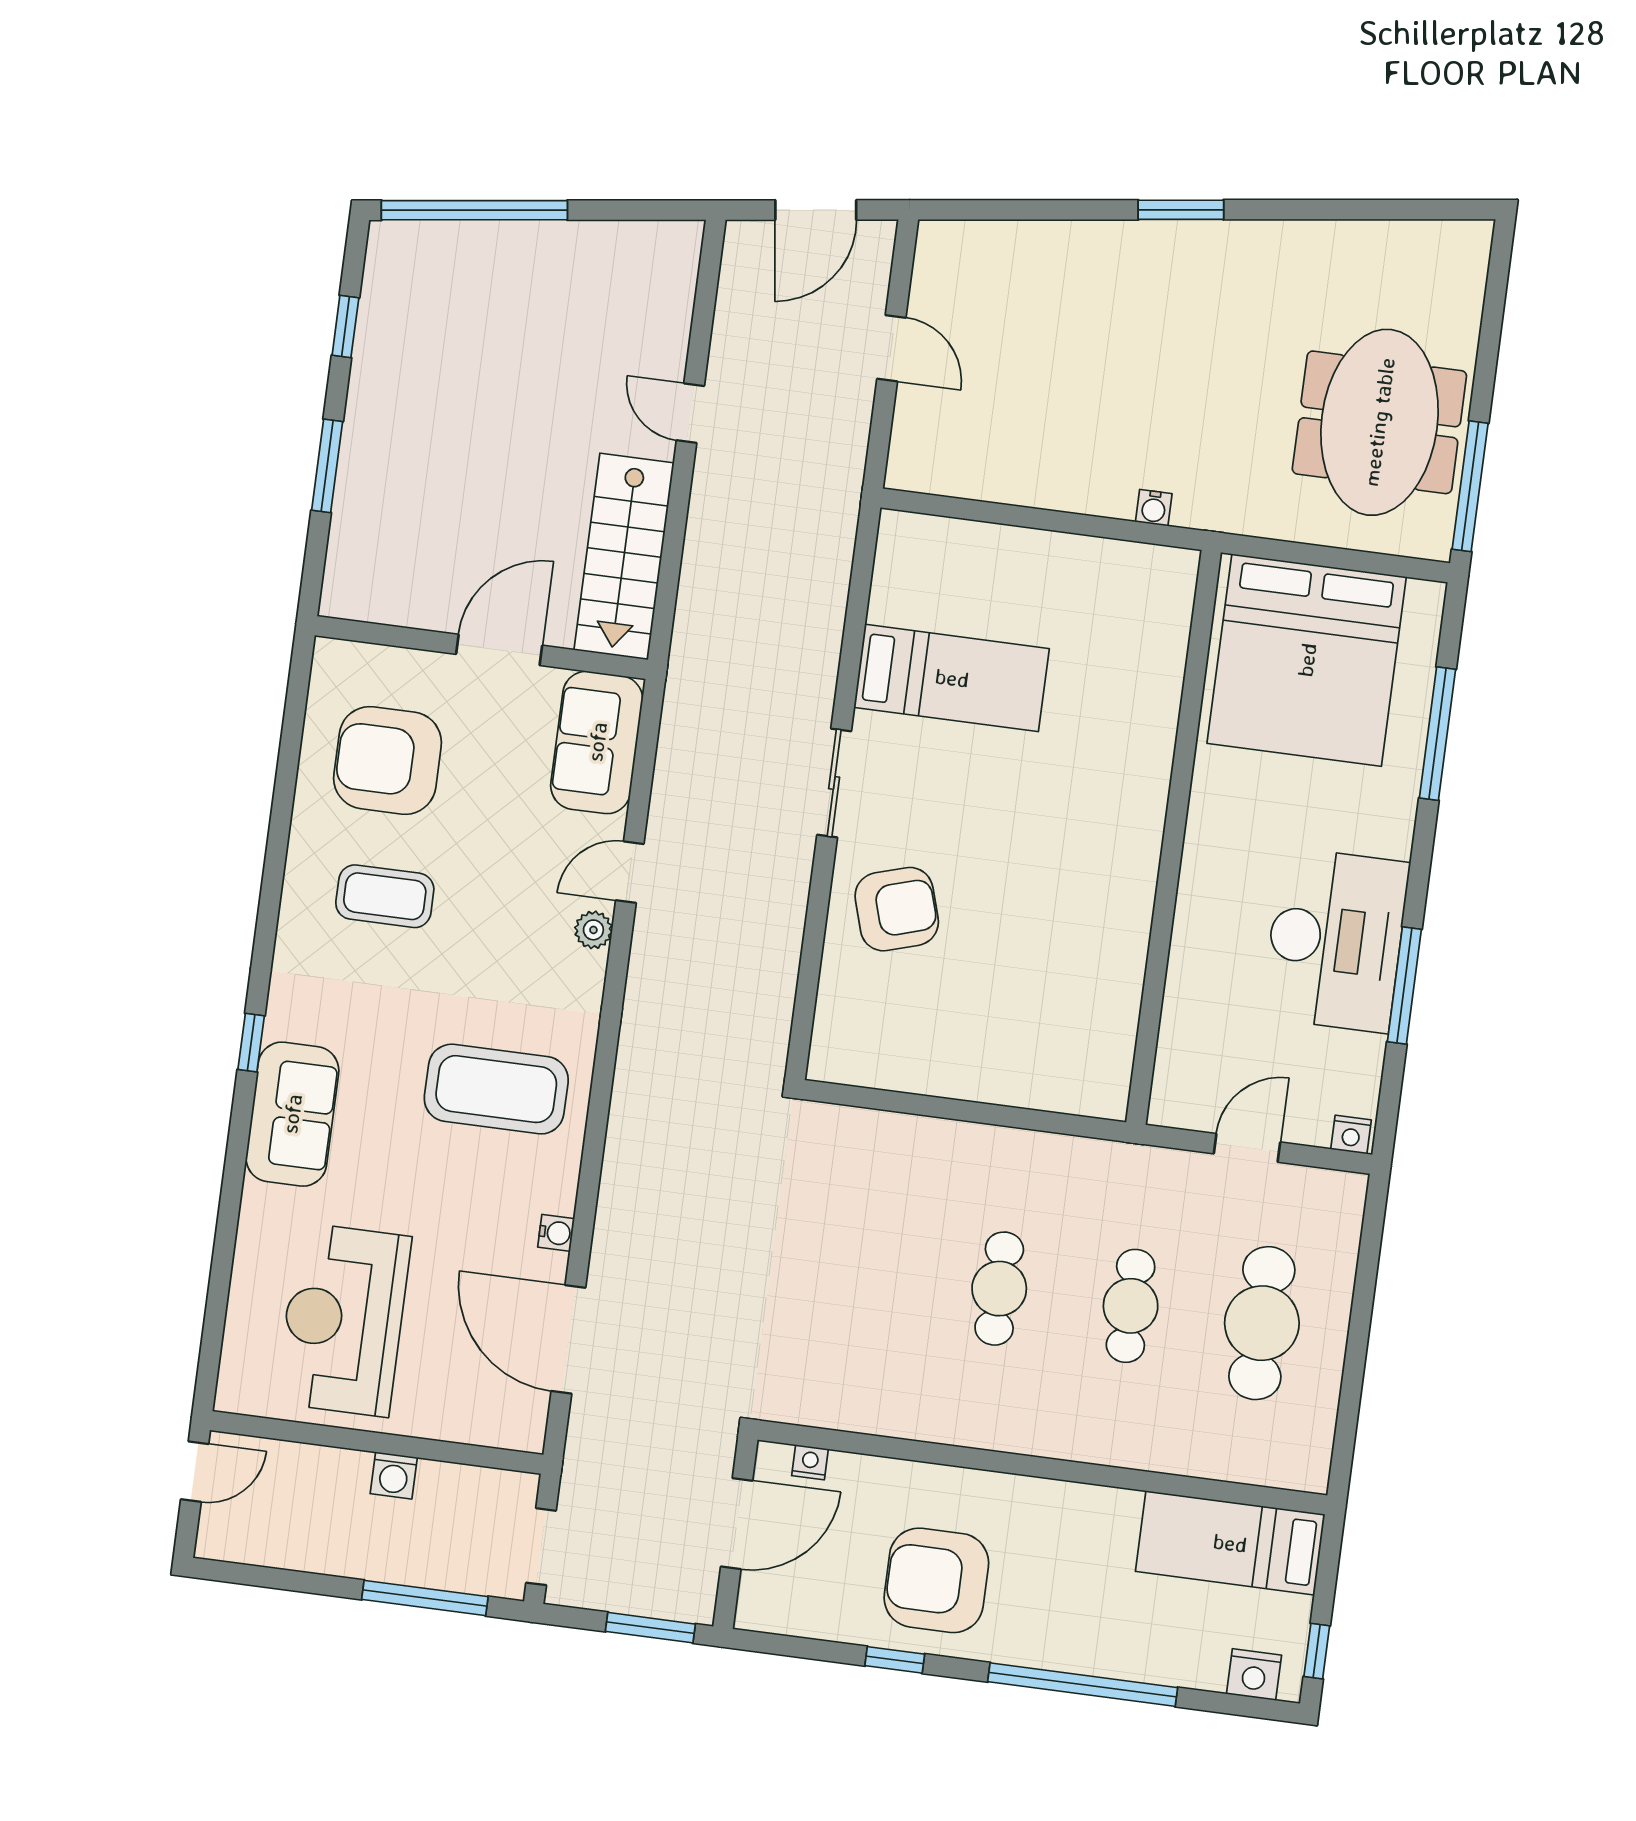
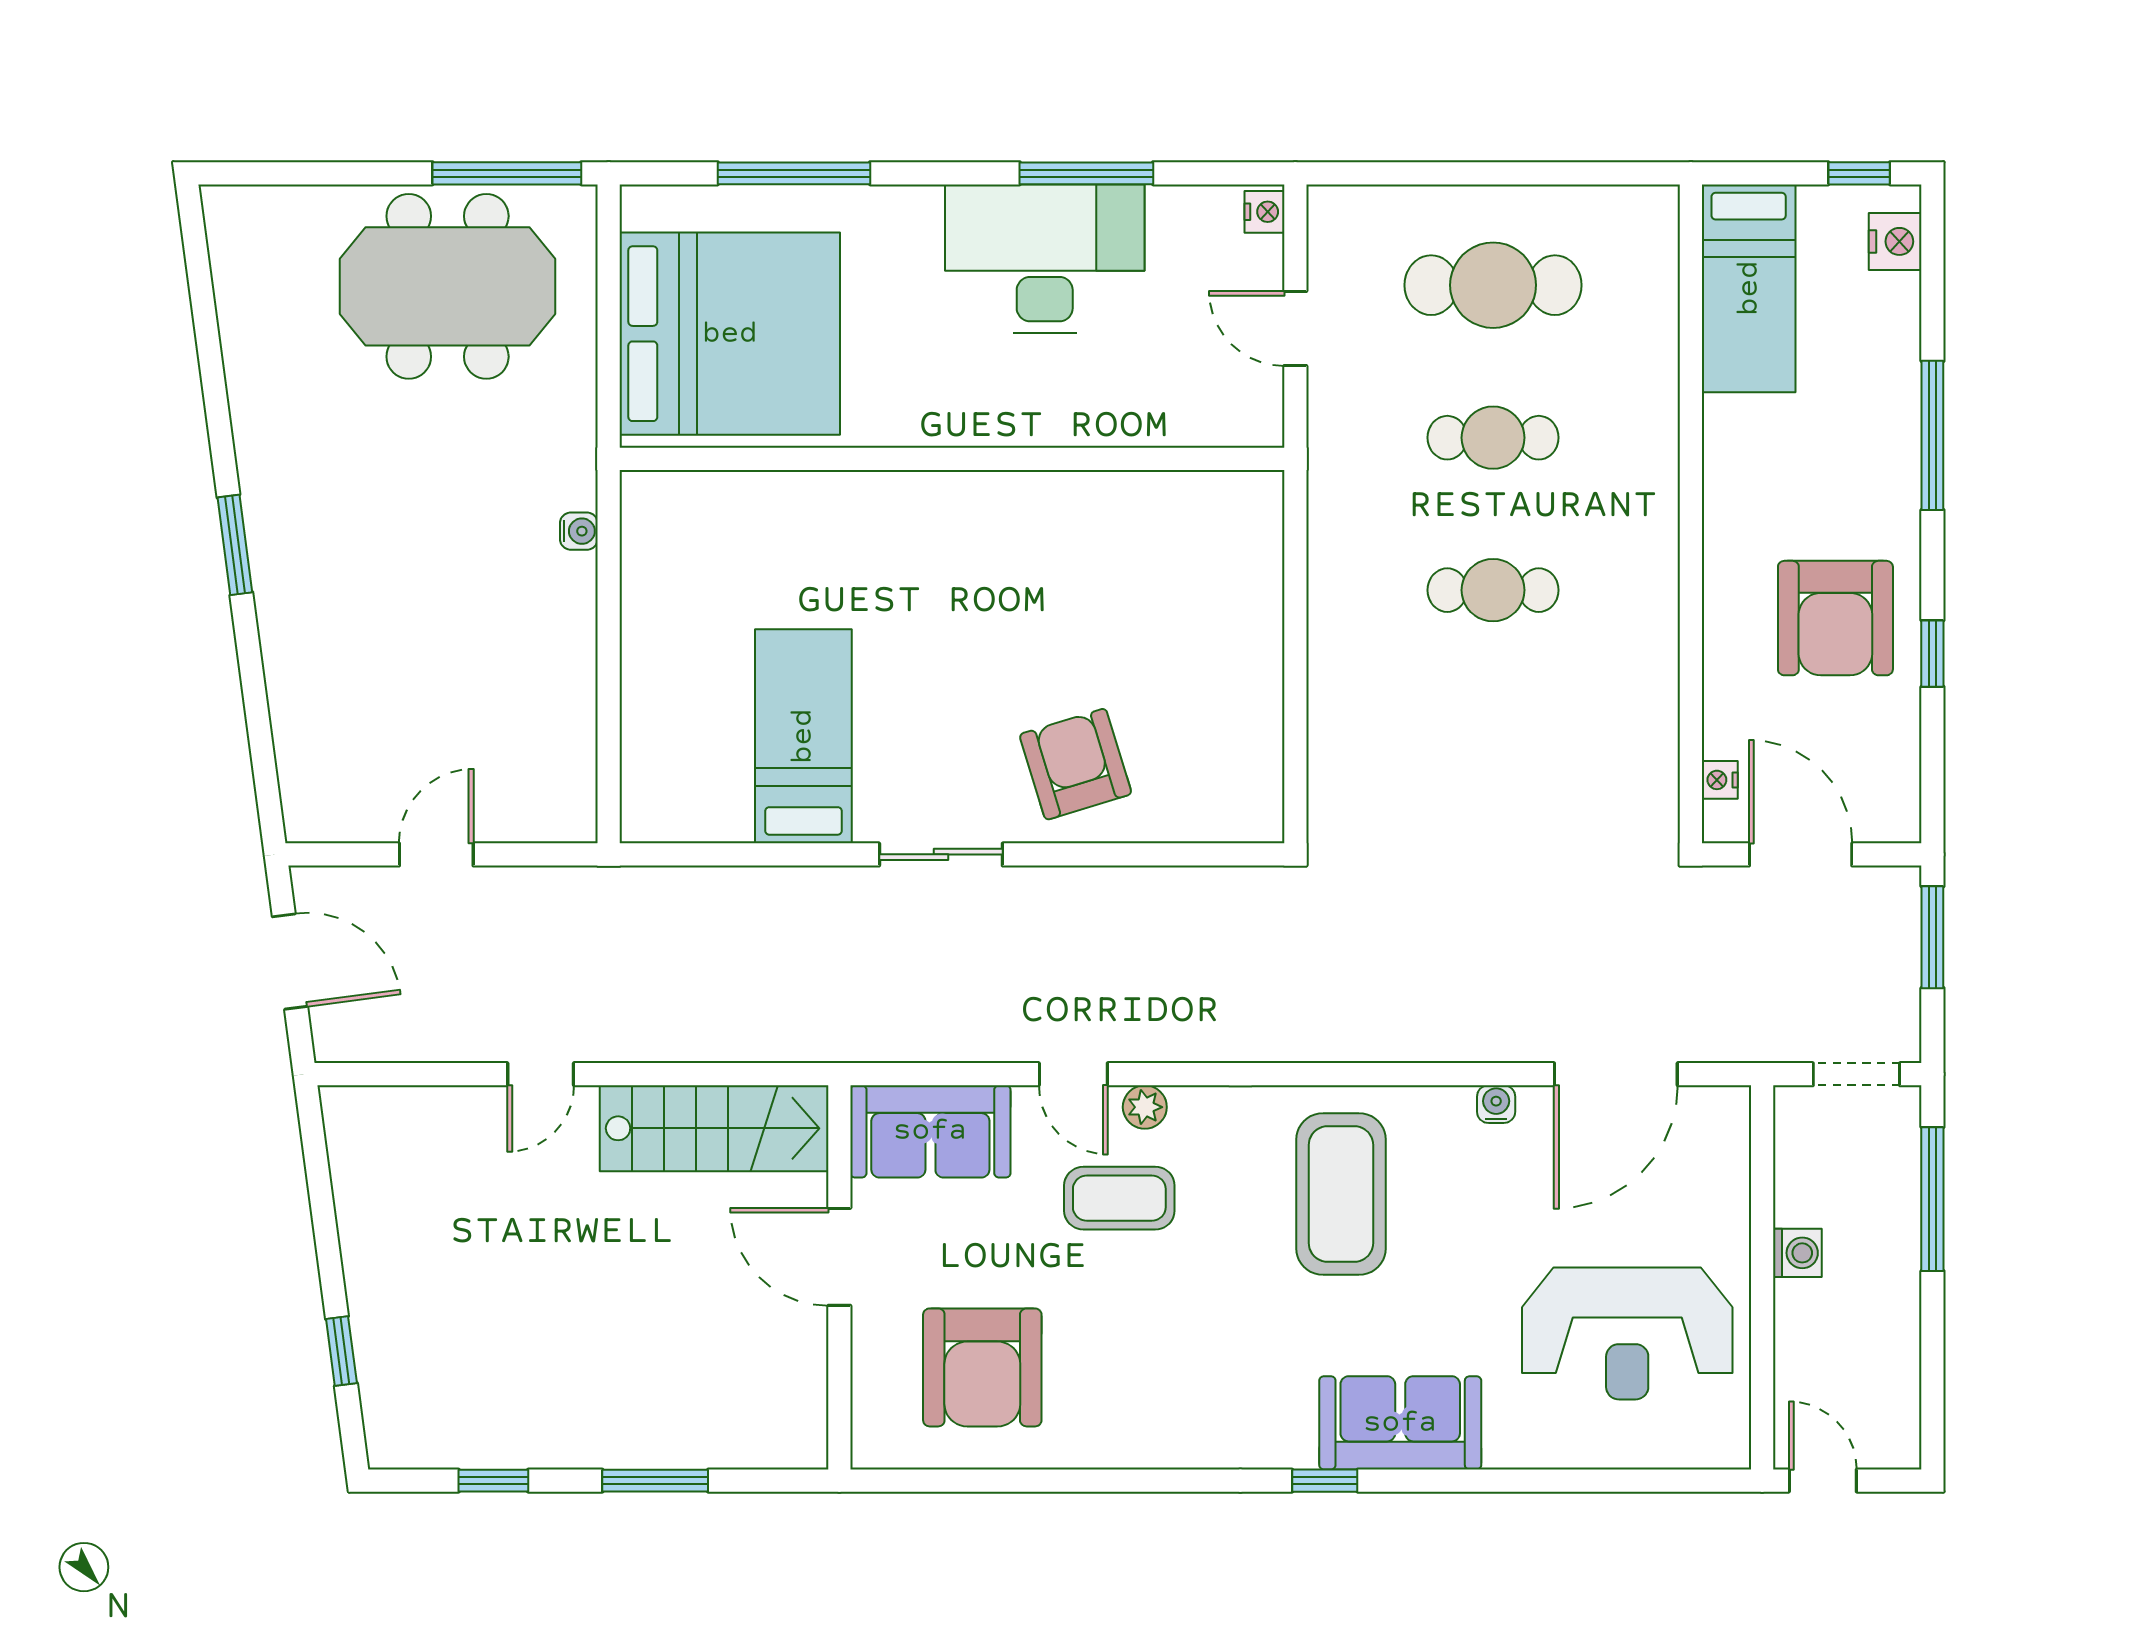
window: (474, 210) -> (341, 1351), width x0.32
coffee table: (385, 896) -> (1119, 1198), moved, turned 90
window: (1083, 1685) -> (1932, 435), width x0.68

